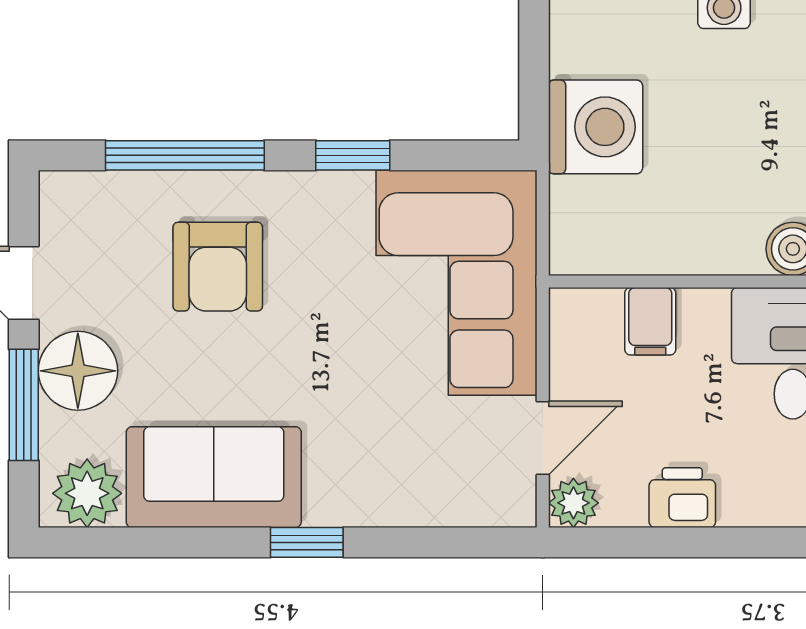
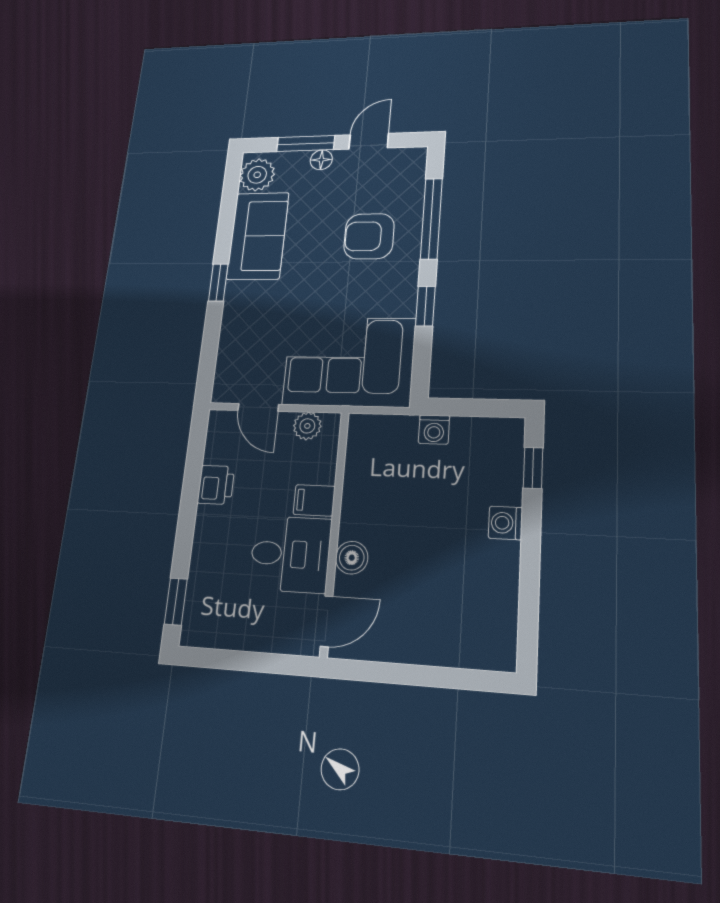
washing machine: (596, 127) -> (434, 430), width x0.53, depth x0.53
filing cabinet: (650, 321) -> (314, 500), moved
floor lamp: (78, 371) -> (321, 160), width x0.53, depth x0.53
plant: (573, 503) -> (307, 426), moved

